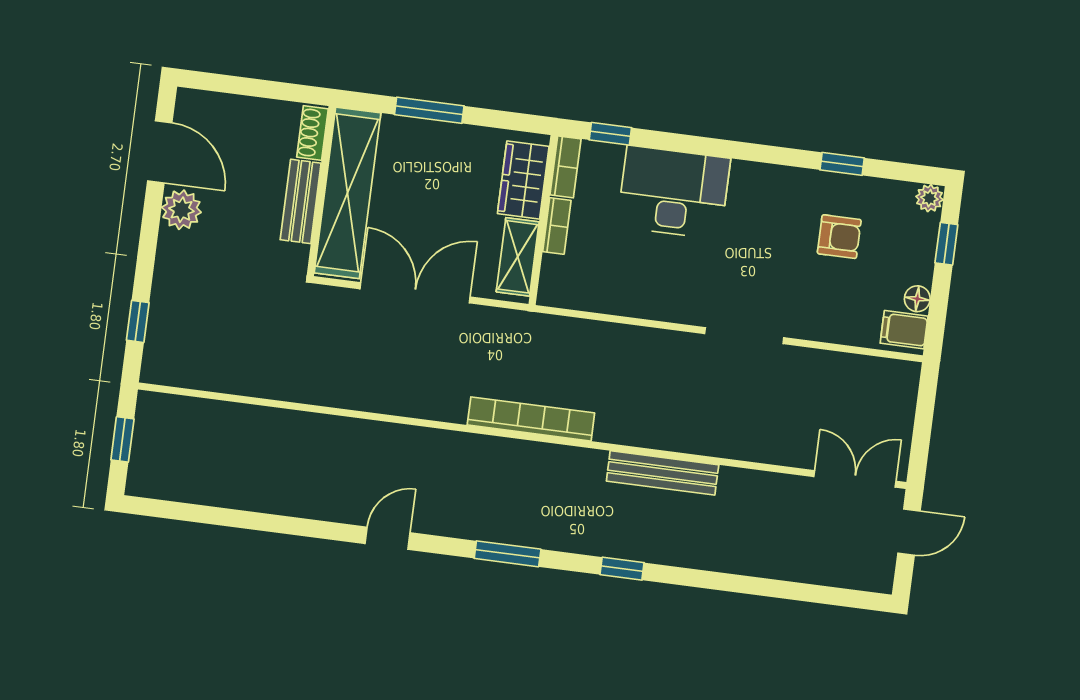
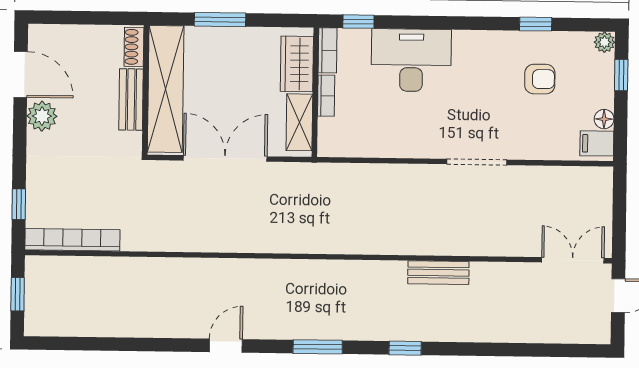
bookcase: (531, 419) -> (72, 240), moved
bench: (663, 473) -> (438, 273), width x0.73

